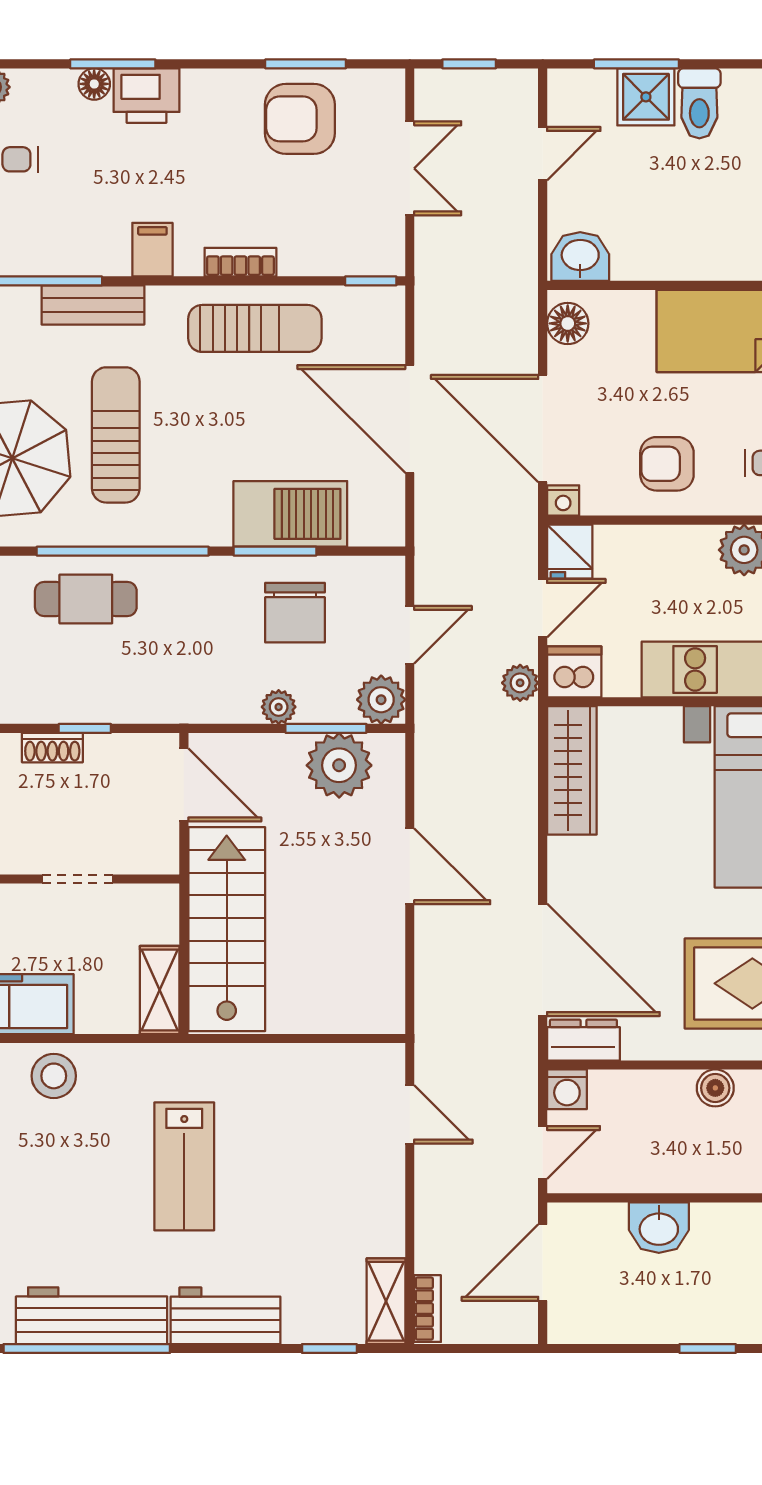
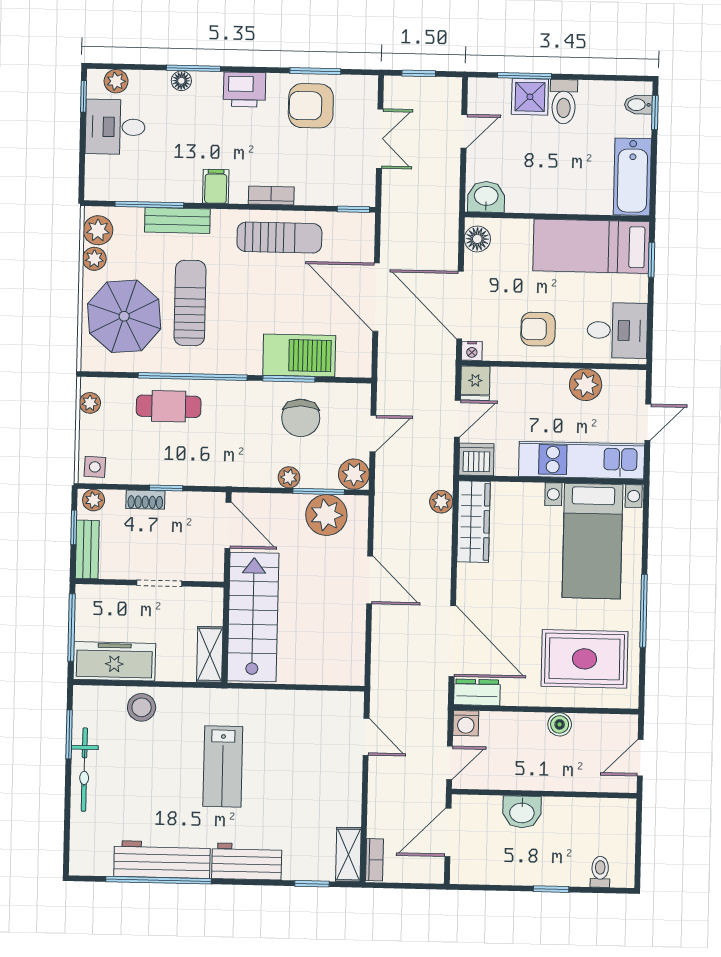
printer: (146, 96) -> (245, 89), moved
plant: (520, 683) -> (441, 502), moved

